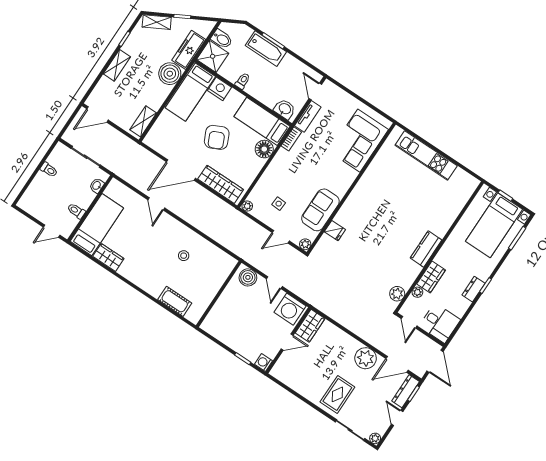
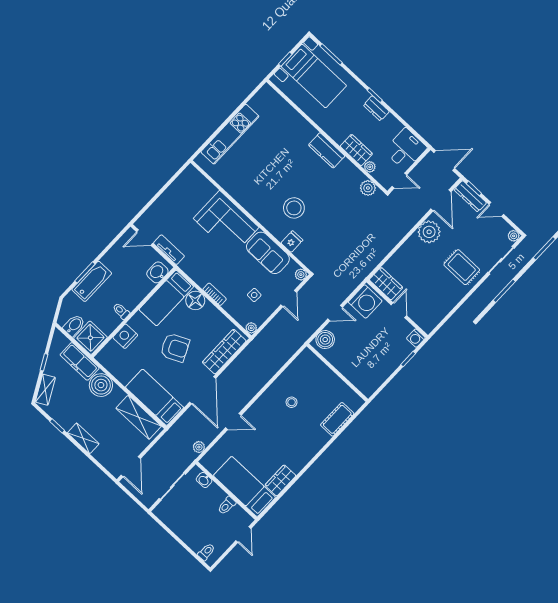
bed: (190, 92) -> (155, 397), moved, turned 180
shelving: (143, 121) -> (139, 417), width x1.50, depth x1.33
bookcase: (291, 139) -> (215, 294), moved
corner sofa: (359, 141) -> (226, 223), moved
toilet: (49, 170) -> (206, 552), moved
plant: (127, 176) -> (199, 447), added
stool: (367, 227) -> (294, 208), added

